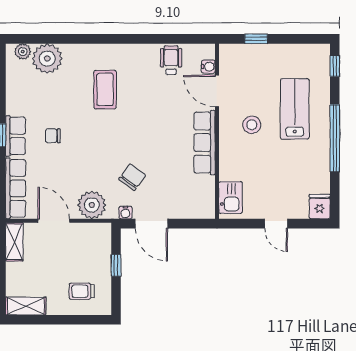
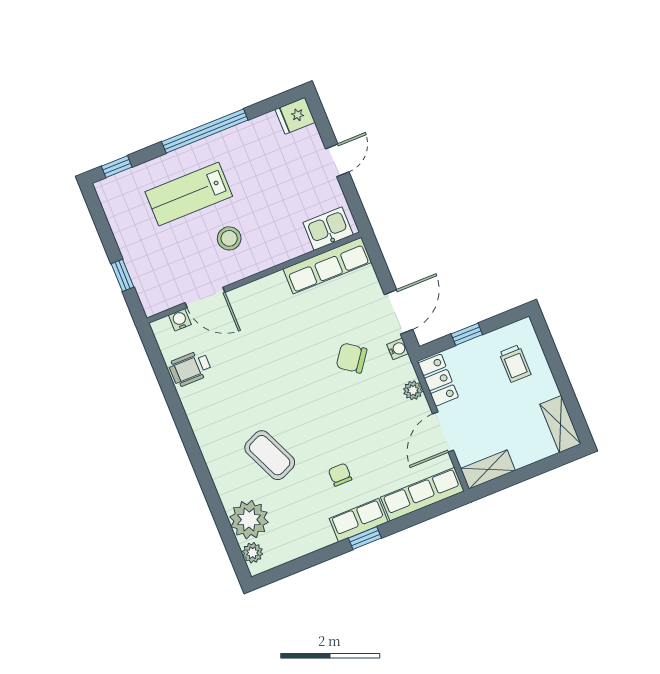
coffee table: (105, 90) -> (270, 455), moved, turned 66
door: (217, 91) -> (205, 297), hinge flipped
chair: (53, 136) -> (340, 475), turned 180
row of seats: (205, 143) -> (327, 265), moved
plant: (92, 205) -> (413, 390), width x0.53, depth x0.53
locker: (92, 232) -> (438, 380), added

